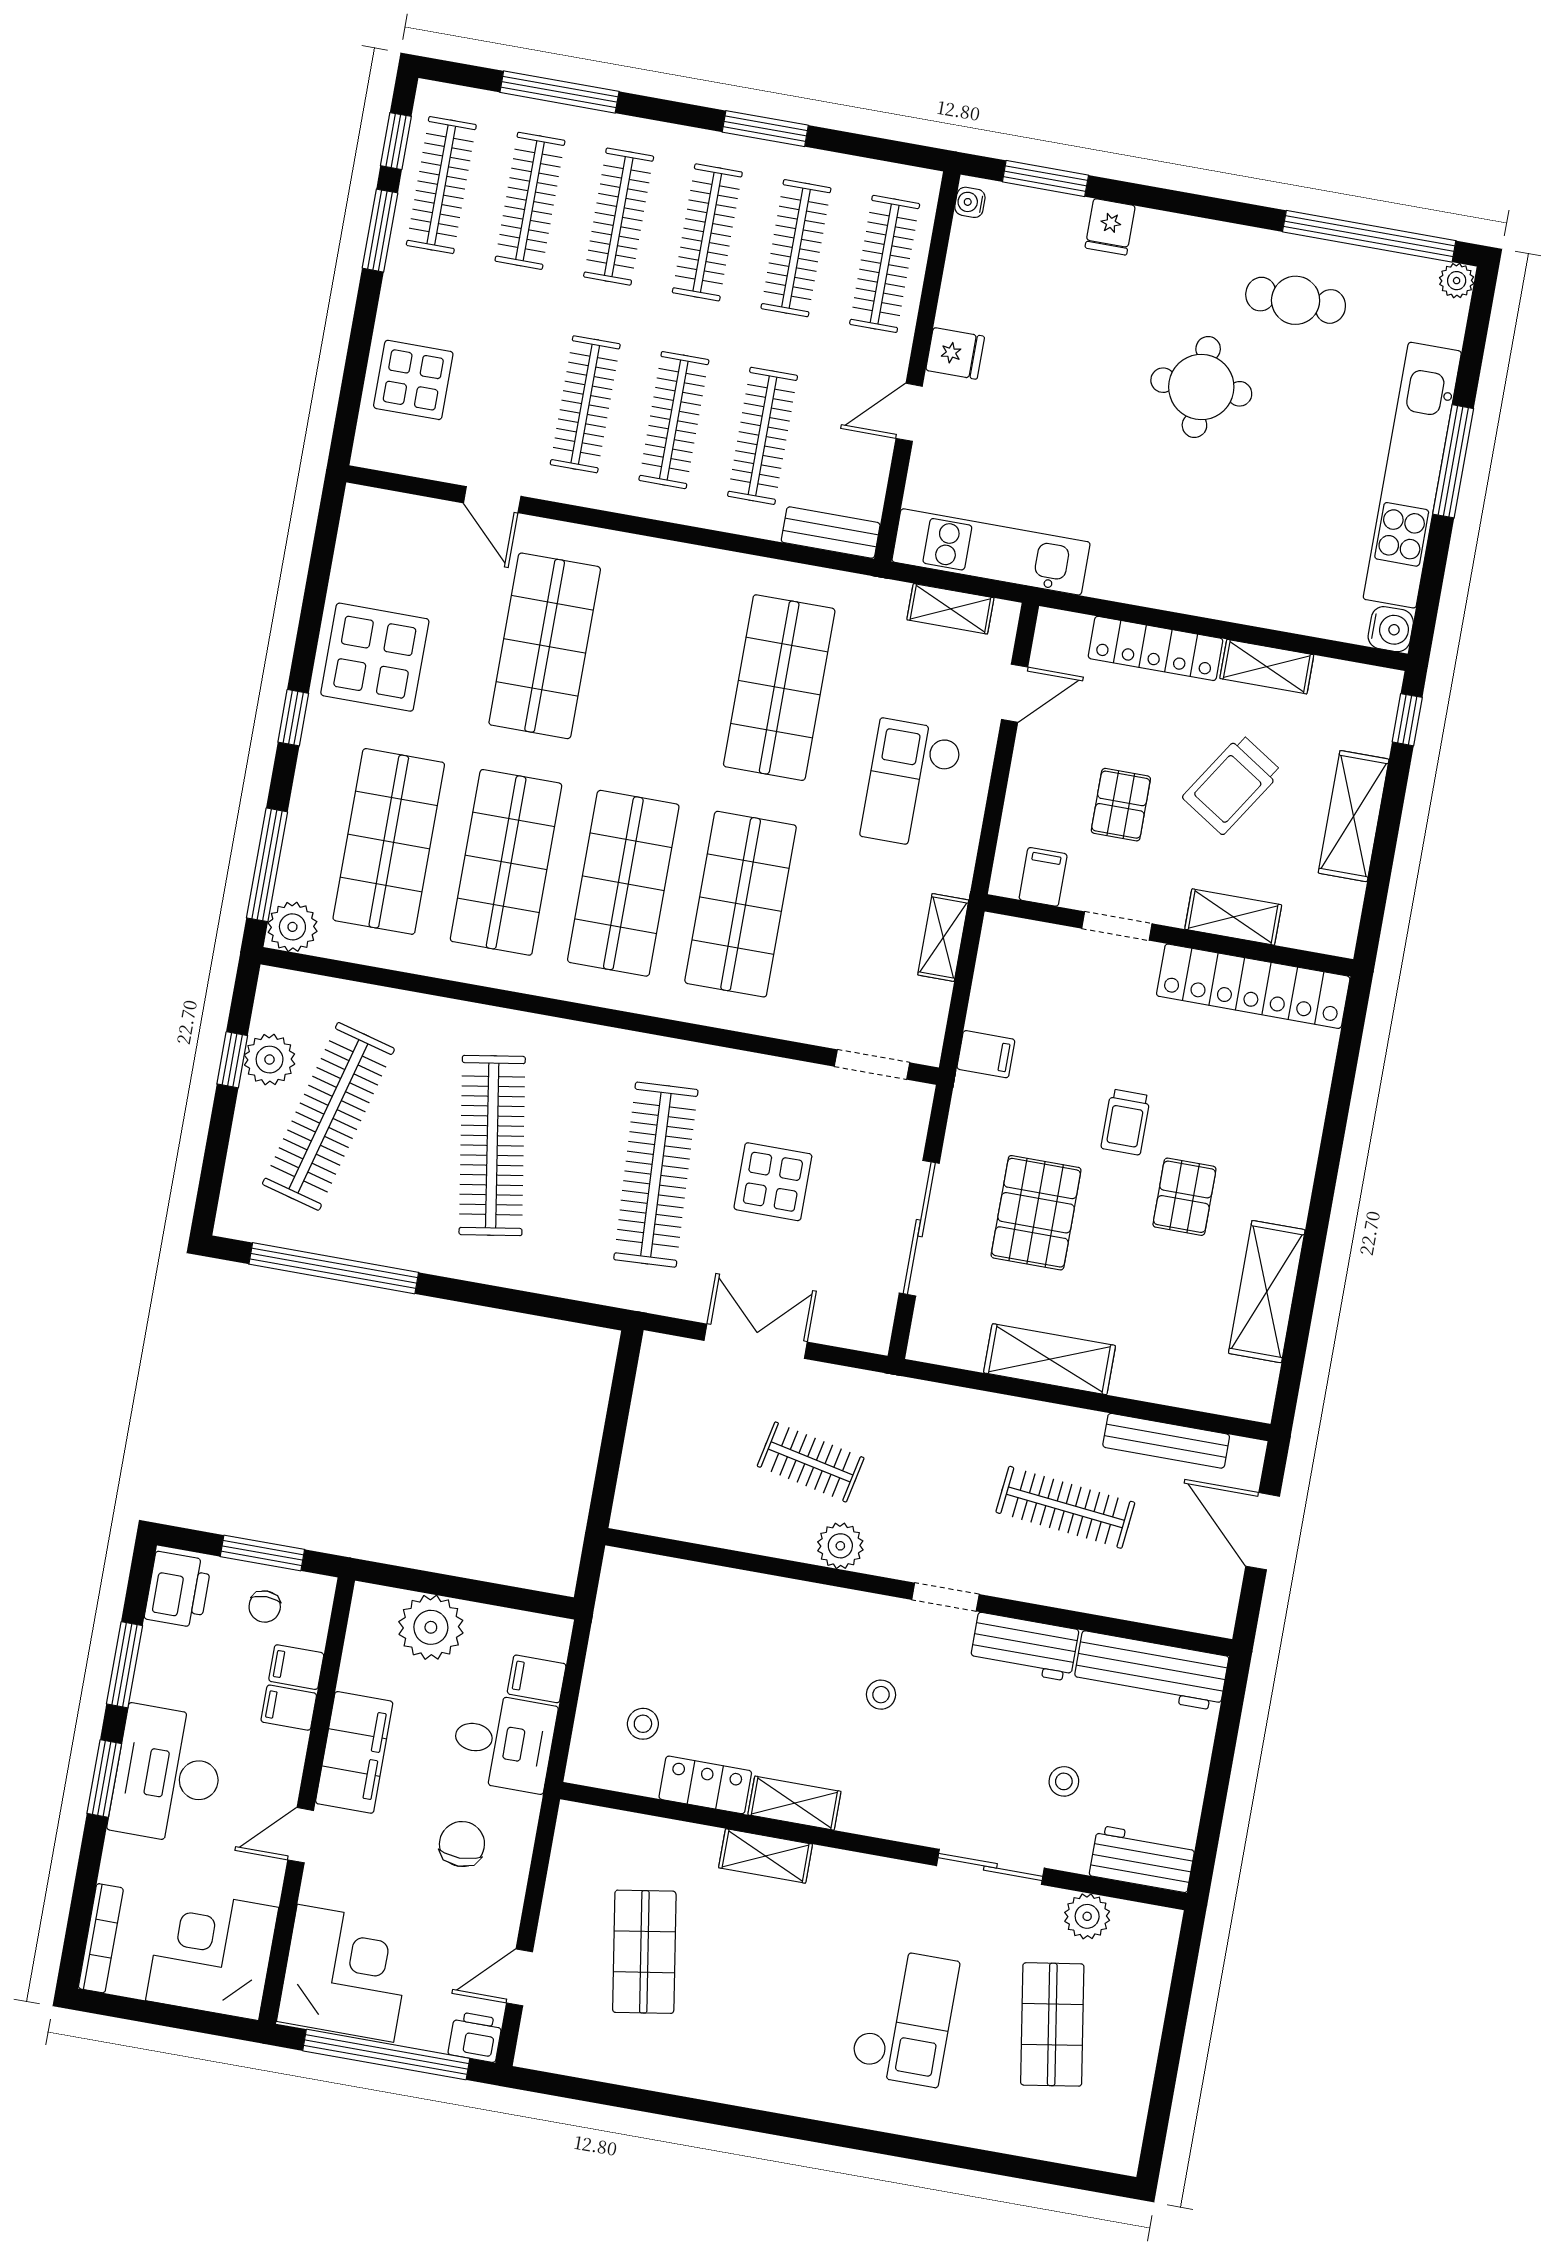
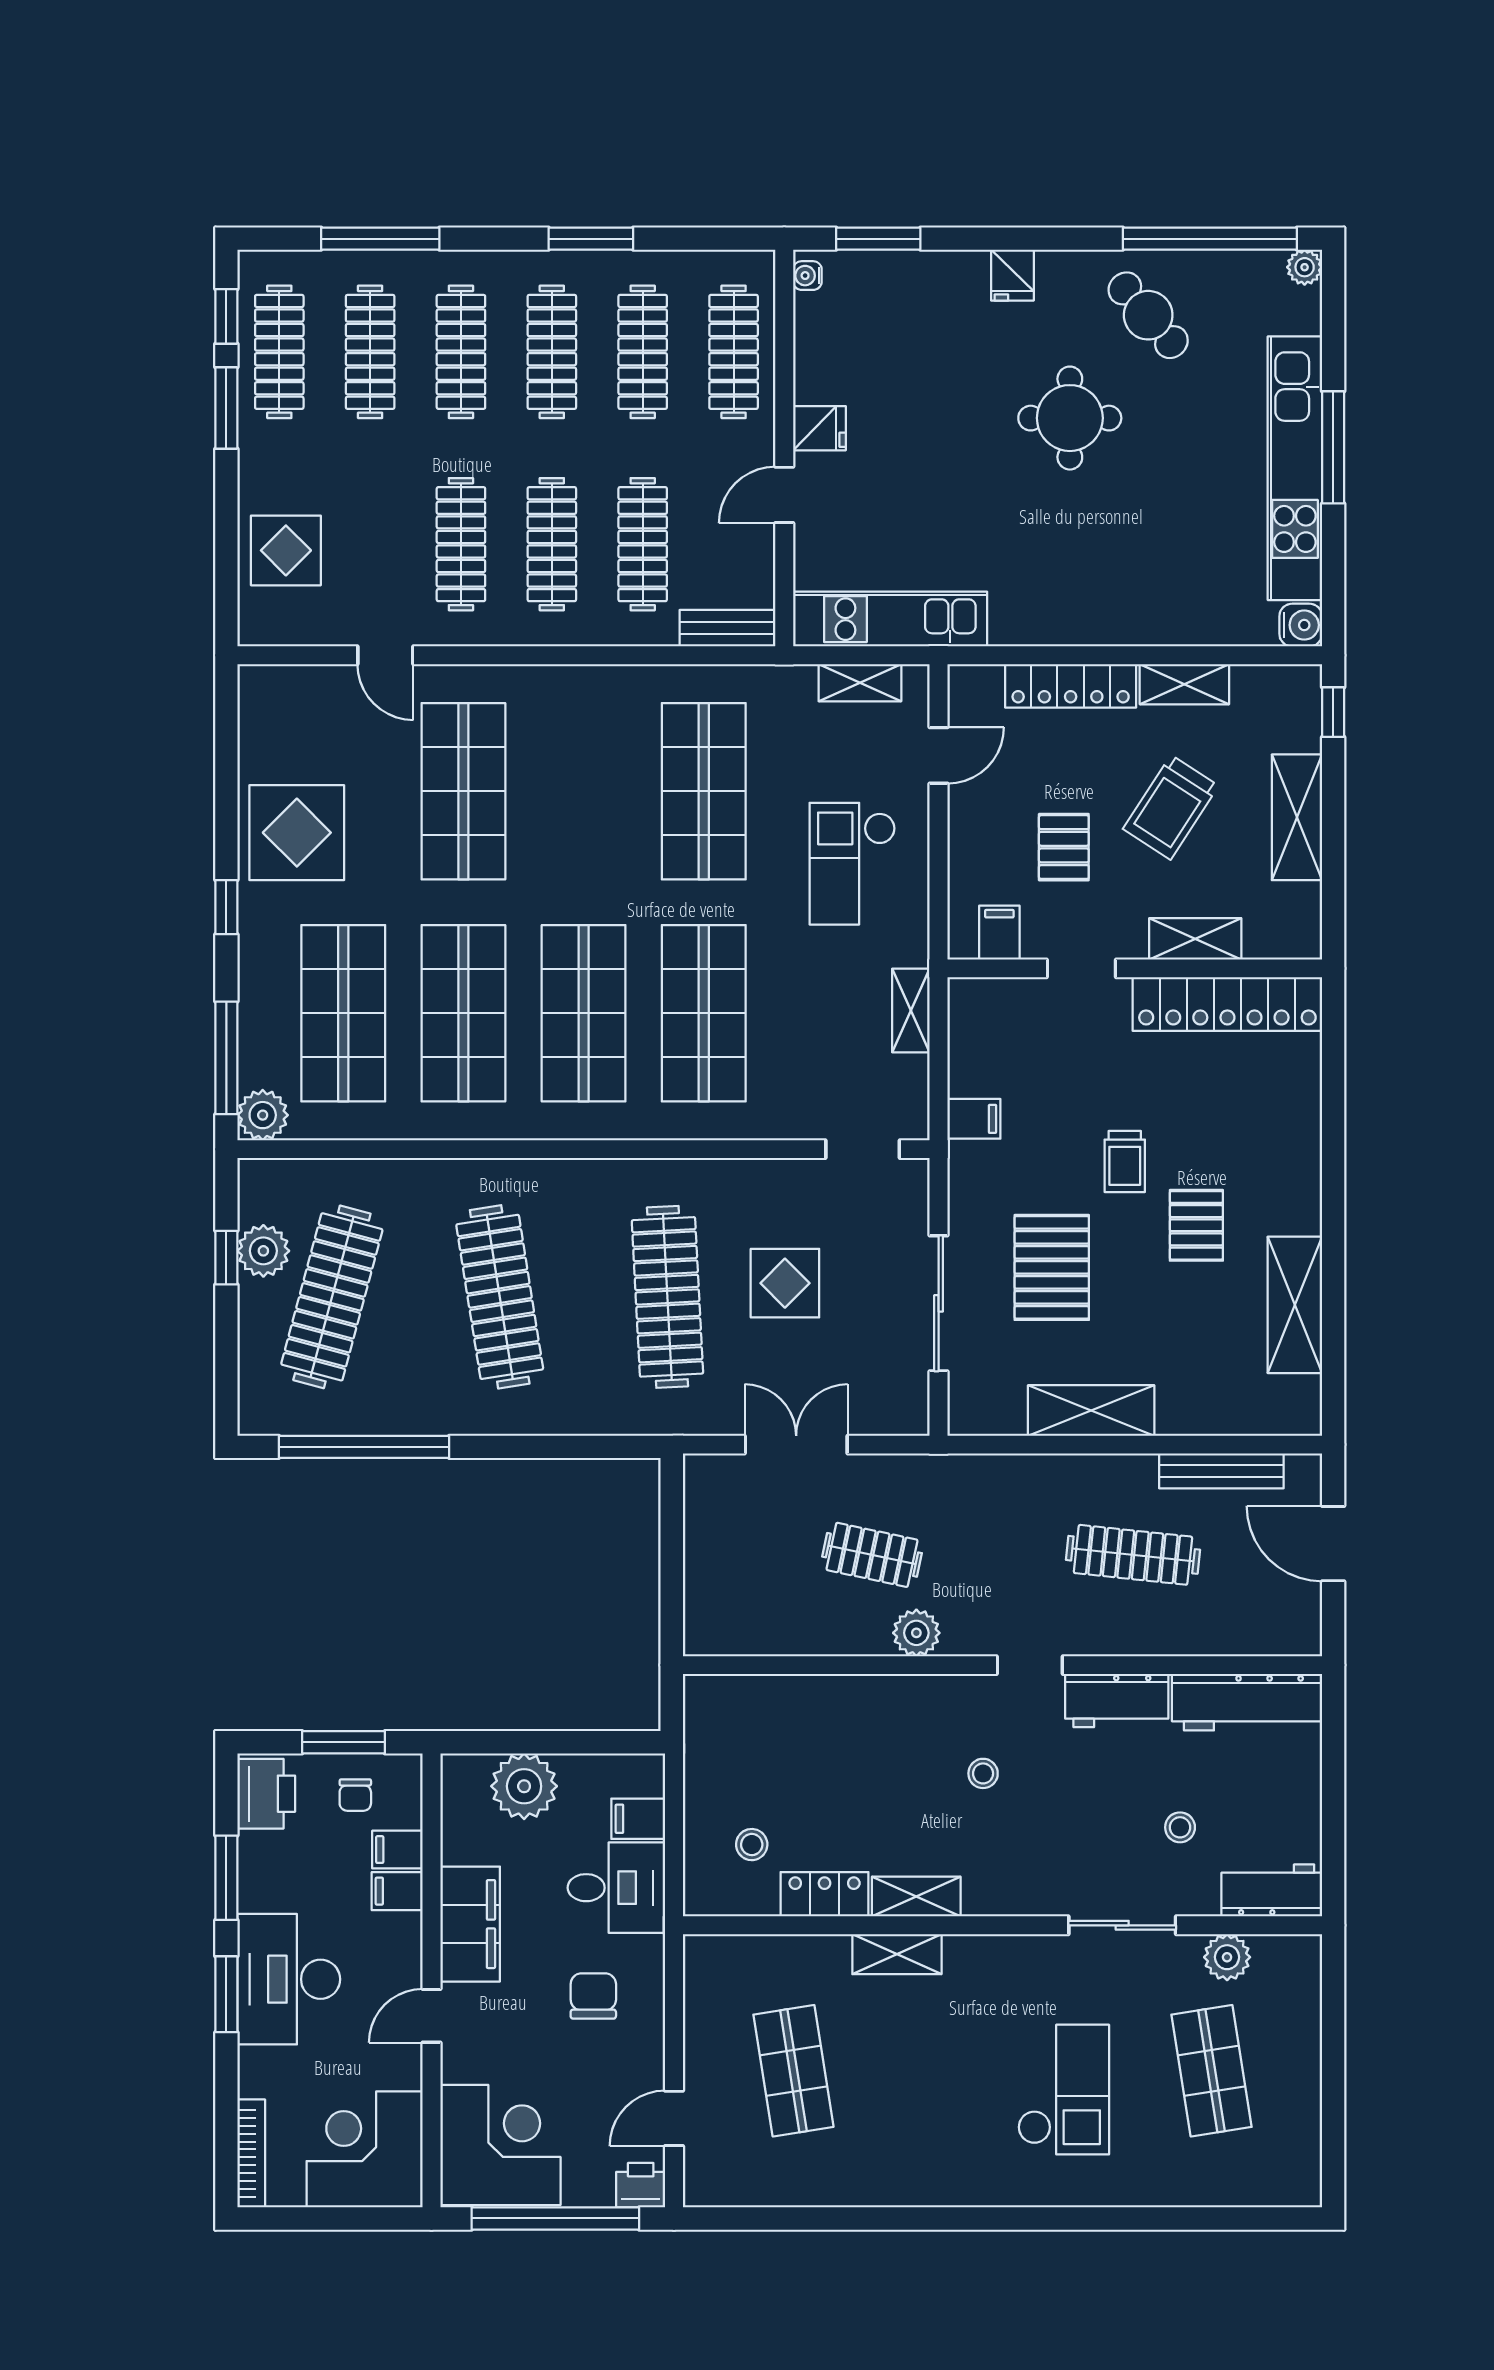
fridge: (1110, 227) -> (1012, 275), moved
cafe table: (1296, 300) -> (1148, 315), turned 49

